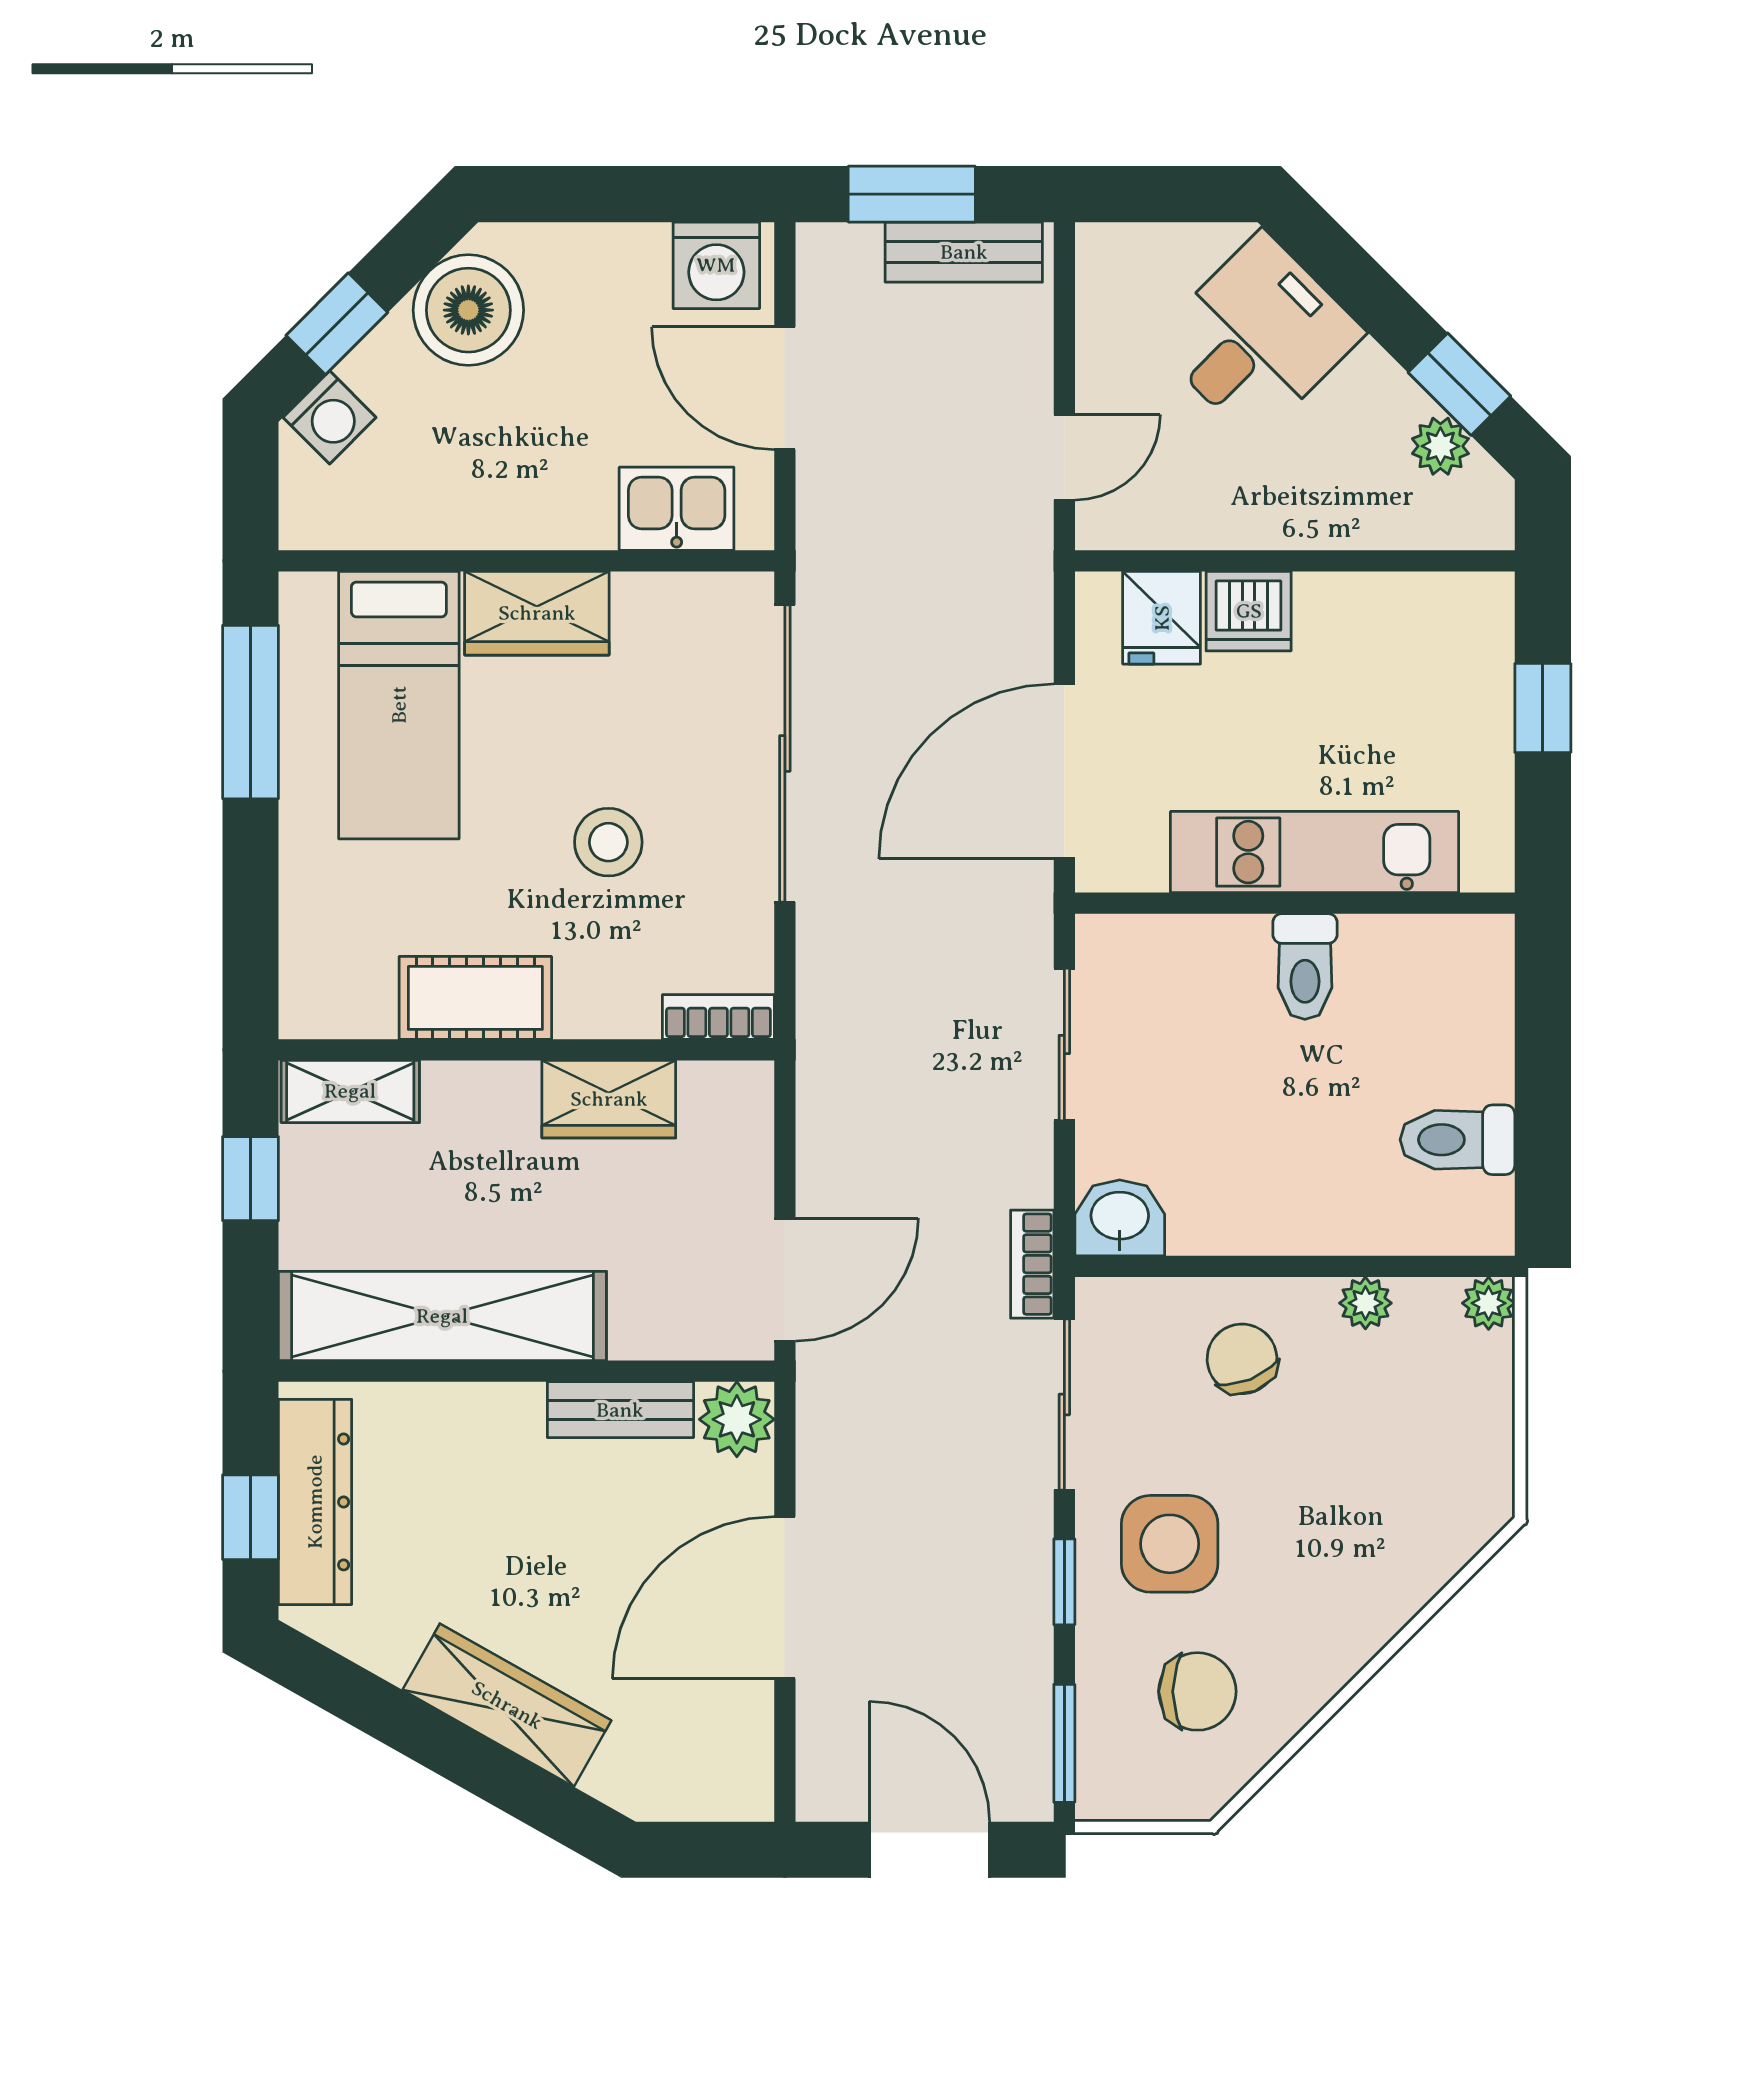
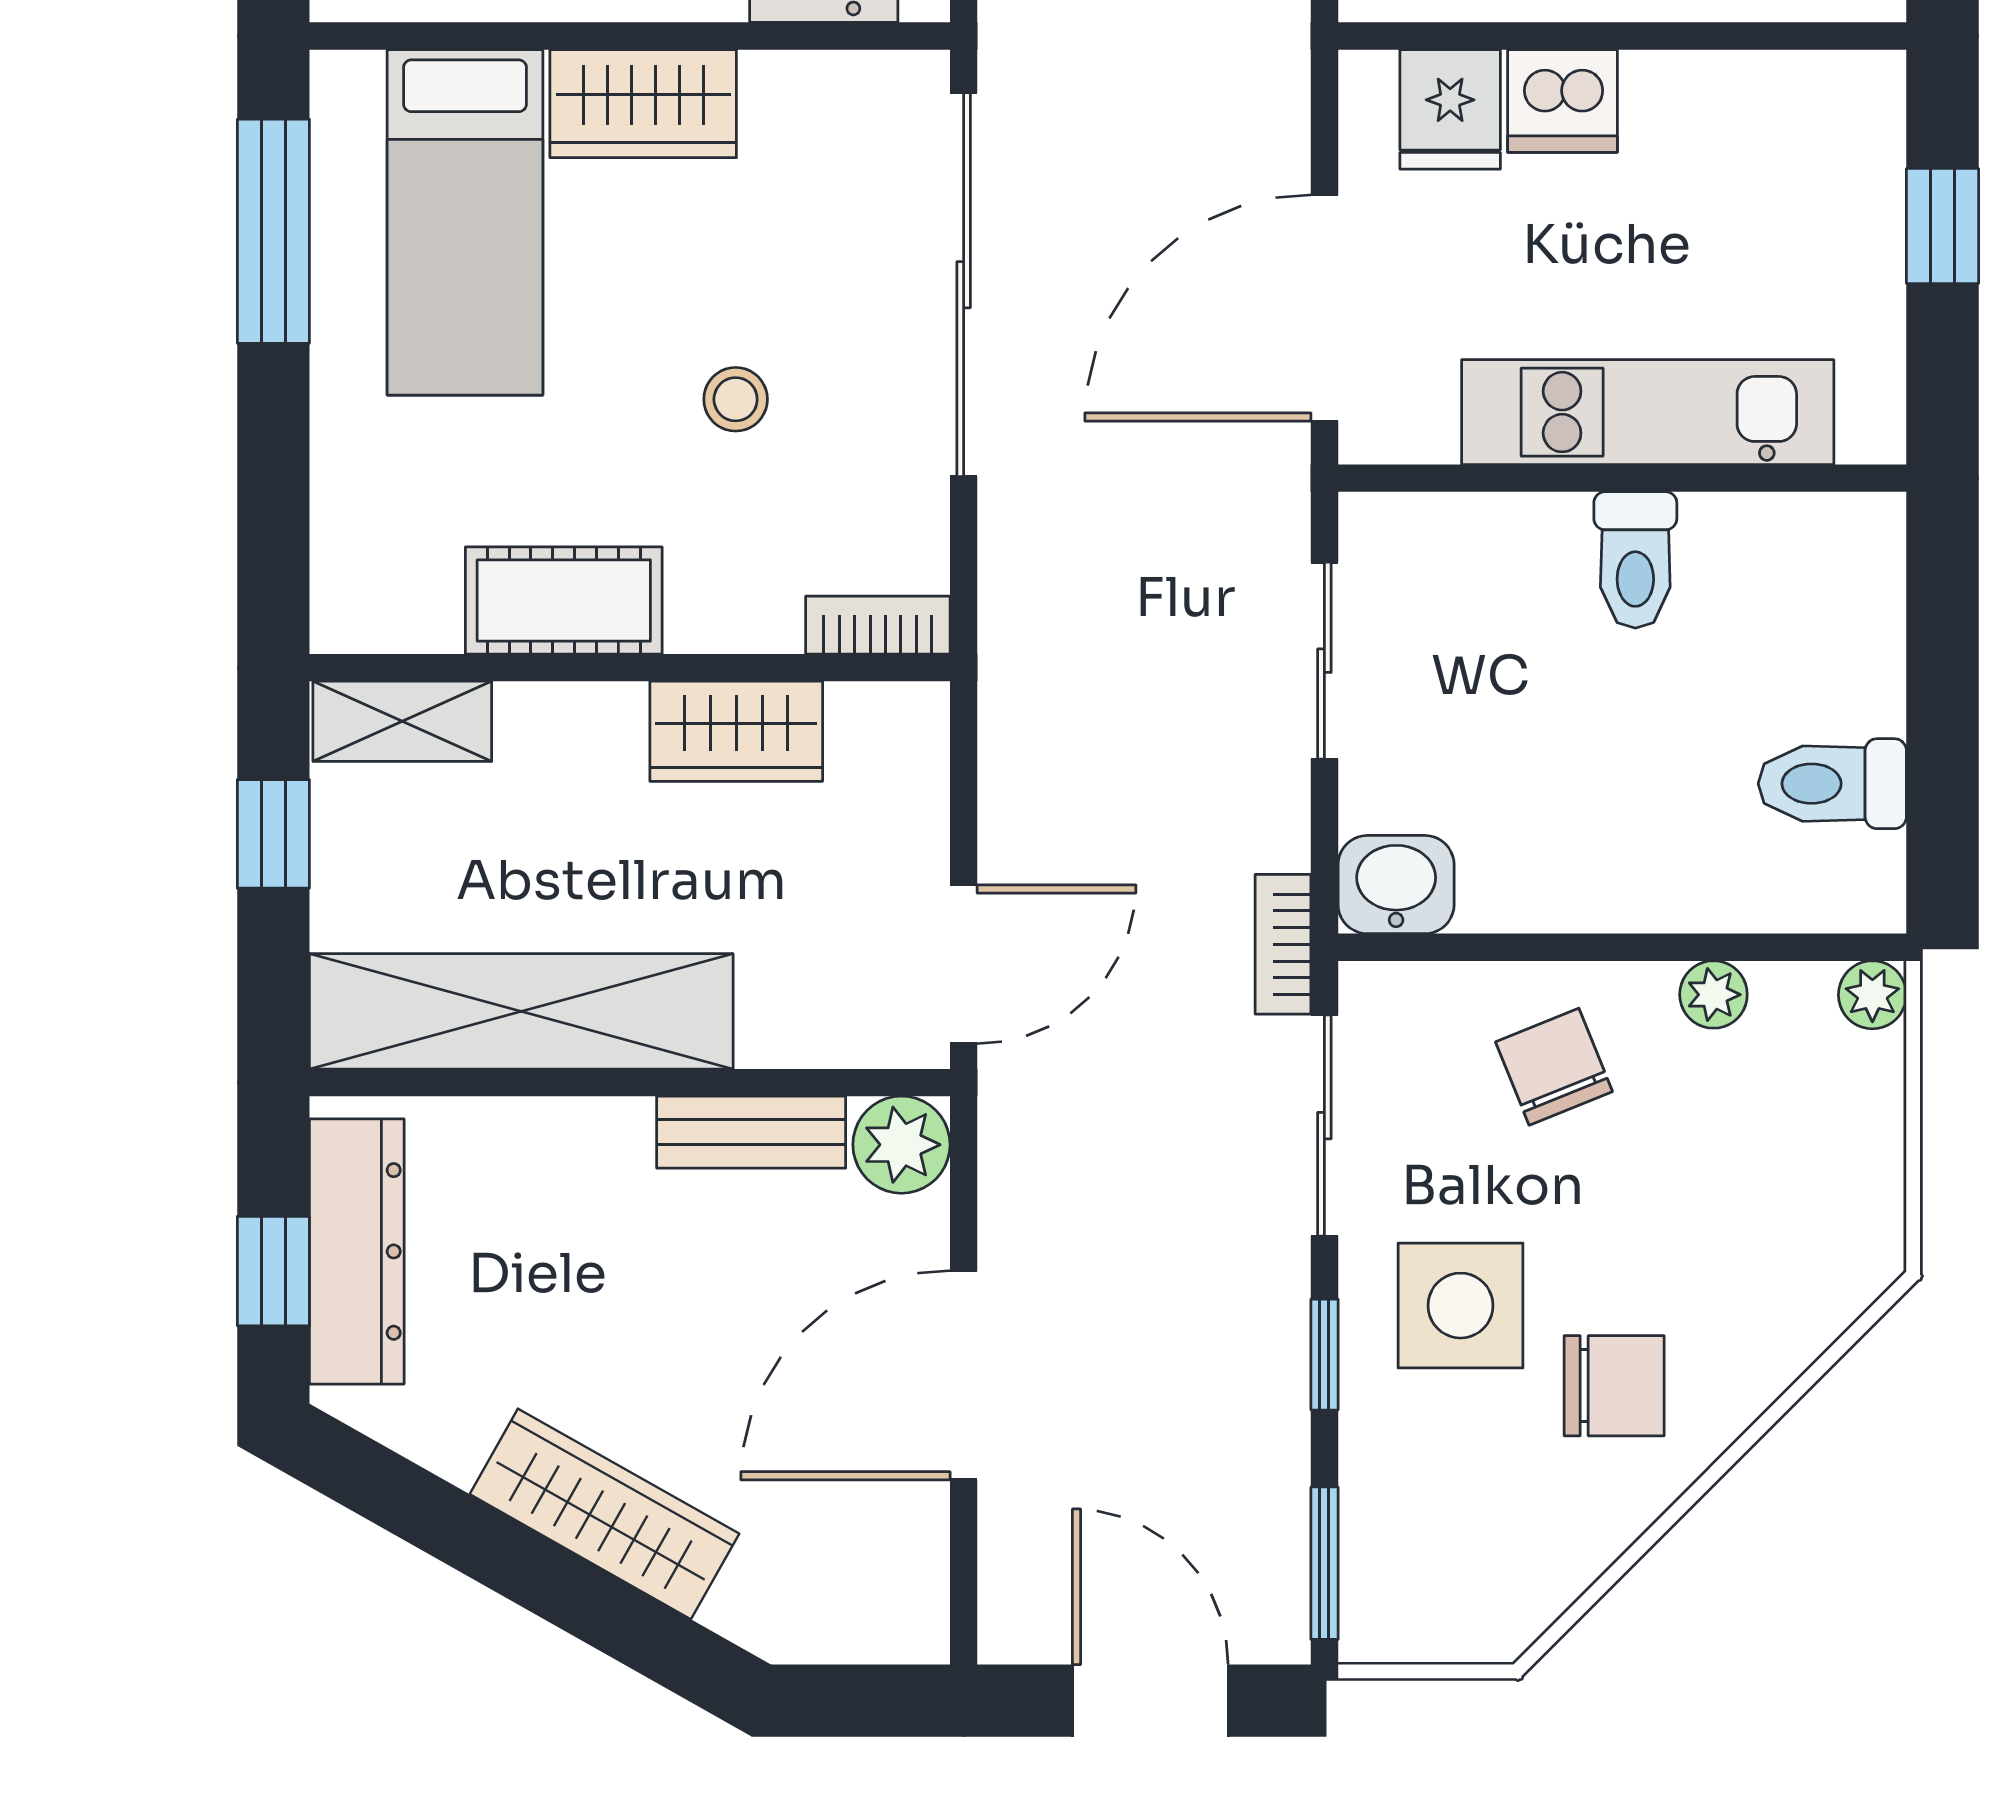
stool: (608, 842) -> (736, 399), width x0.73, depth x0.73
chair: (1197, 1691) -> (1614, 1386), moved

